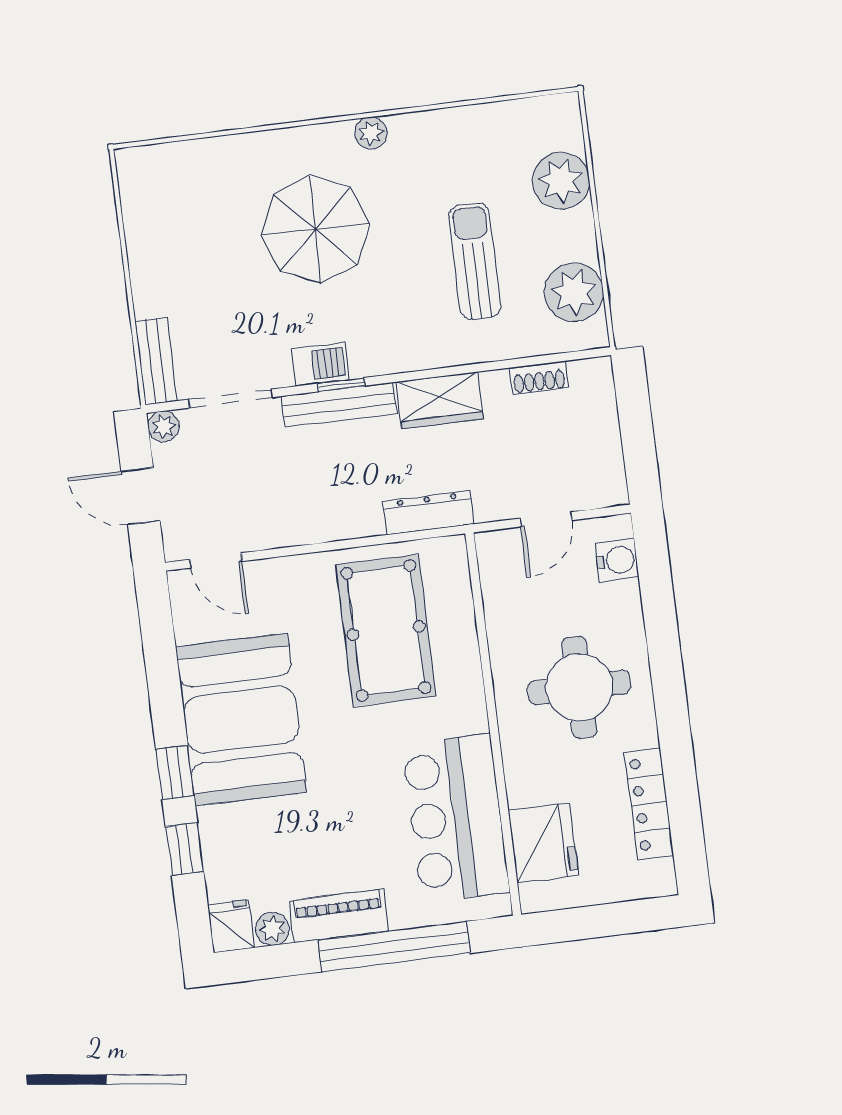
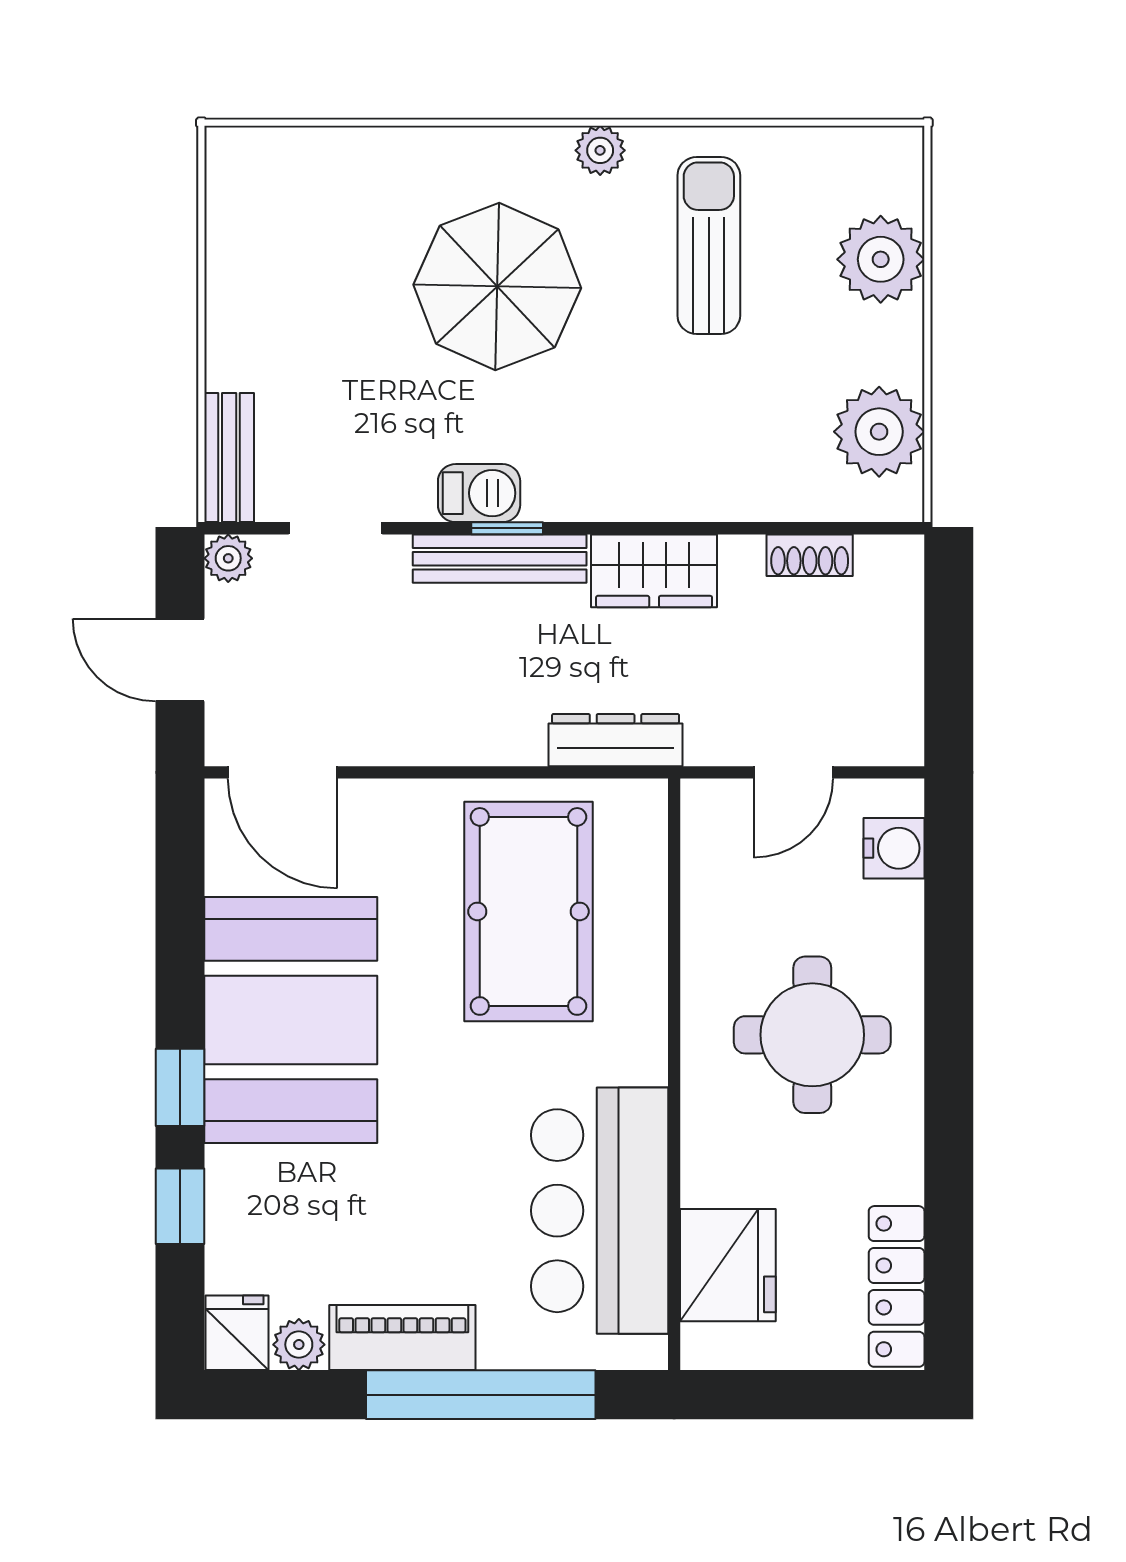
sun lounger: (475, 261) -> (709, 246), moved
doorway: (230, 398) -> (335, 528), width x0.73
door: (216, 560) -> (283, 772), width x1.38
locker: (649, 804) -> (897, 1286), moved

